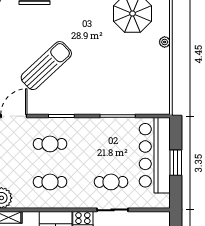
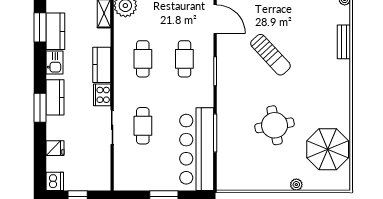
round table: (111, 62) -> (275, 125), added
sun lounger: (46, 66) -> (270, 55), width x0.73, depth x0.75
bar counter: (155, 155) -> (197, 149), moved, turned -90

